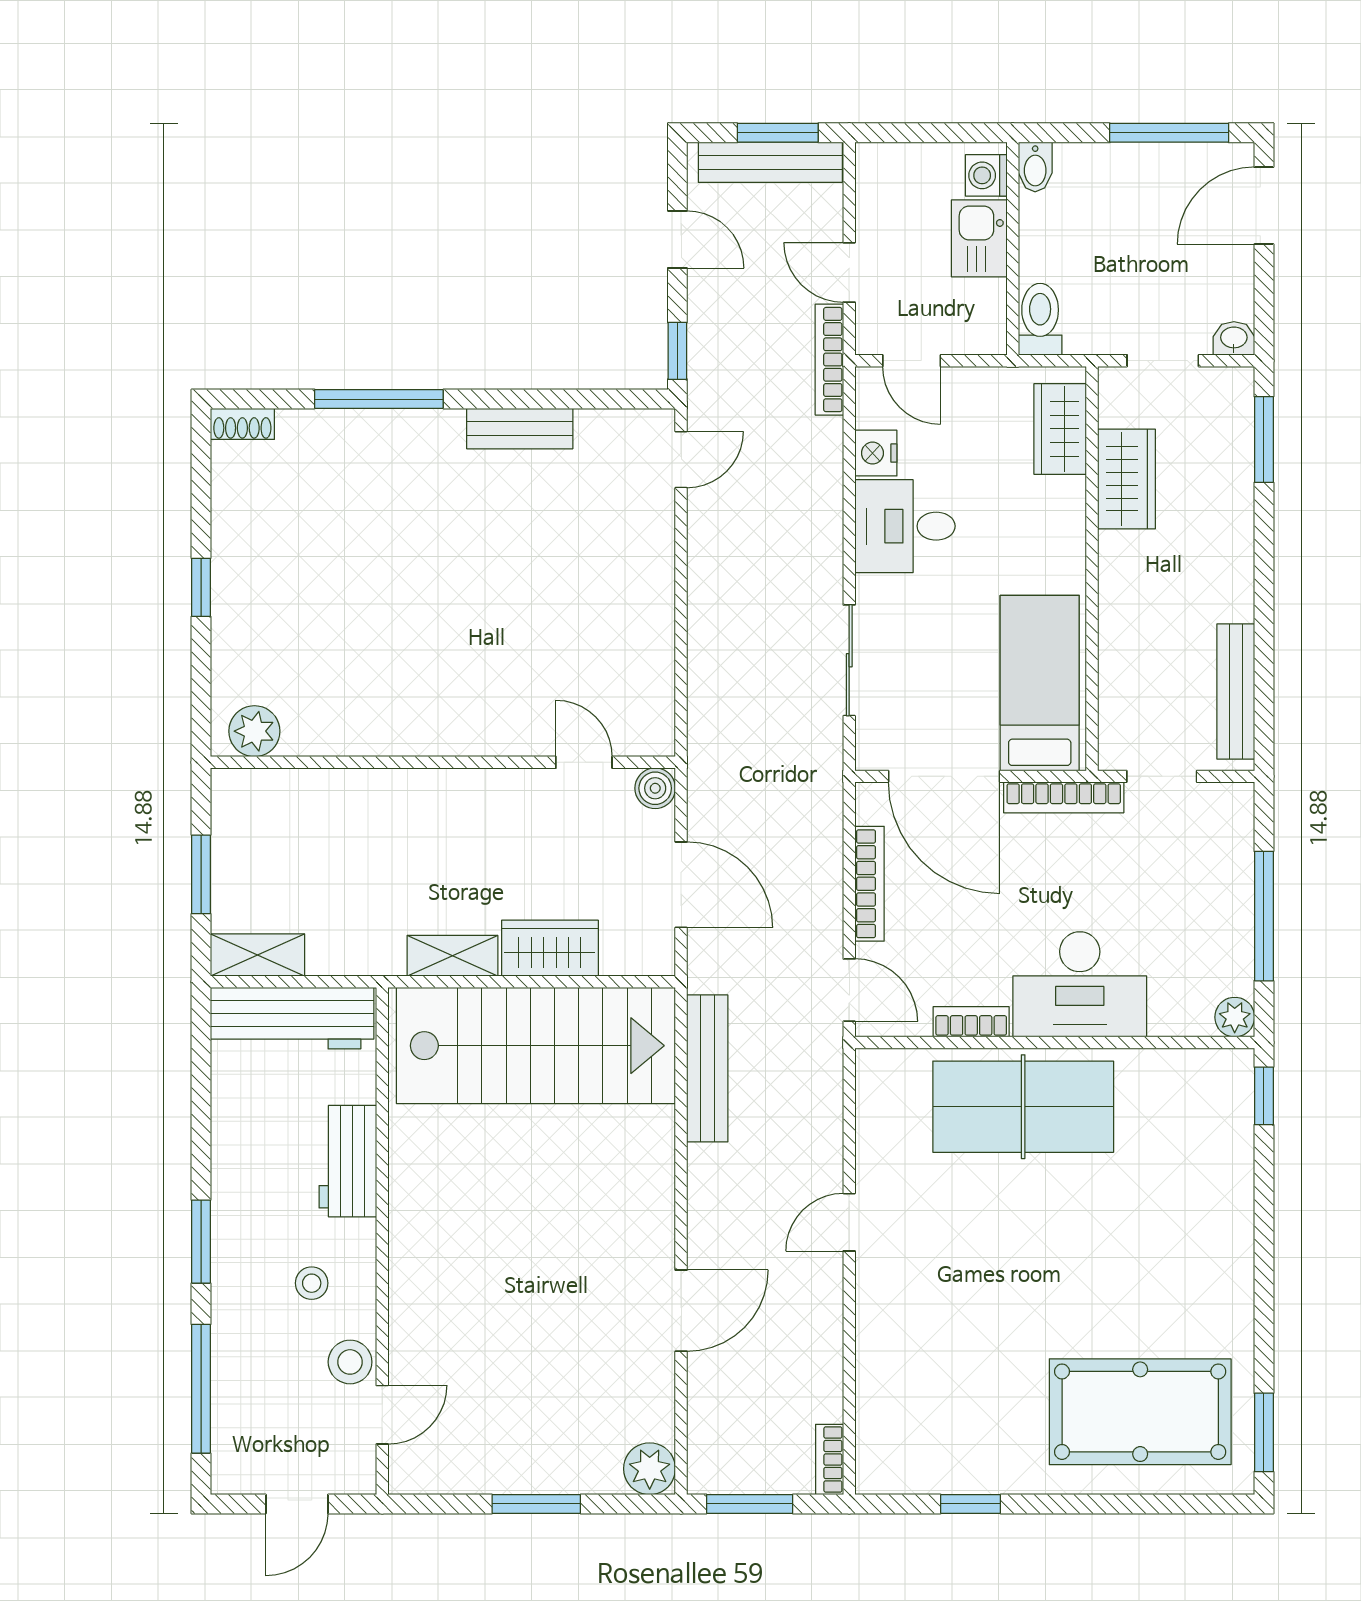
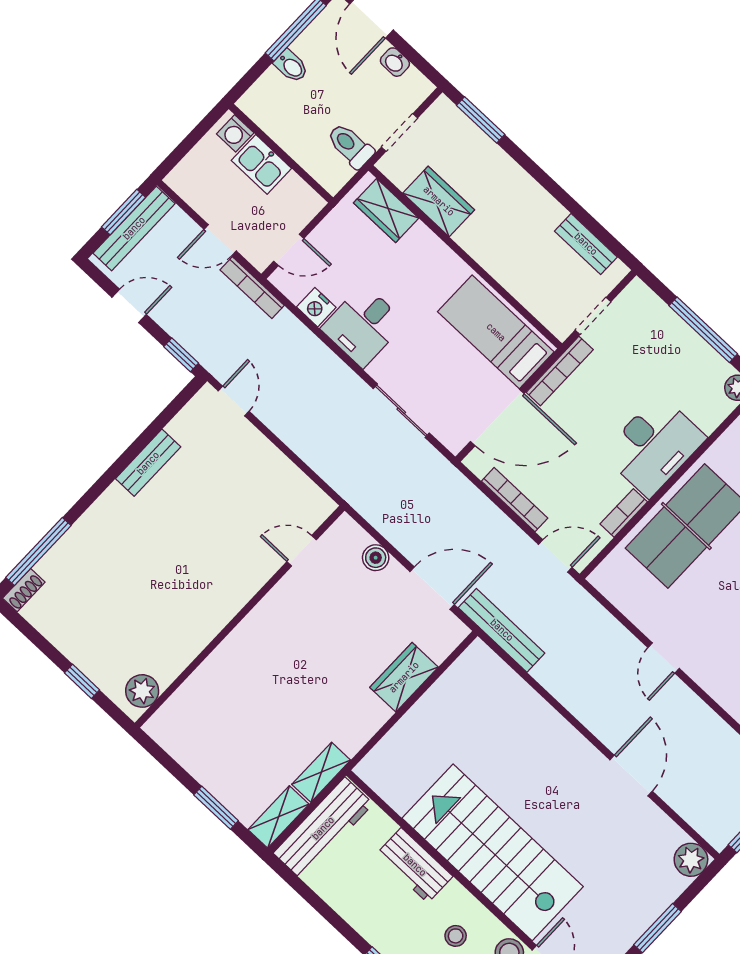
bidet: (1035, 167) -> (291, 66), moved
toilet: (1040, 319) -> (350, 146), moved
washbasin: (1234, 338) -> (395, 62), moved, turned -90
window: (379, 399) -> (38, 551), moved
bench: (1236, 692) -> (586, 244), width x0.73
plant: (254, 731) -> (142, 691), moved
wall: (443, 762) -> (240, 617), moved
door: (584, 762) -> (302, 551), moved
shelving: (452, 956) -> (321, 772), moved
stairs: (536, 1046) -> (493, 852), moved, turned -90
bench: (707, 1068) -> (502, 630), moved

